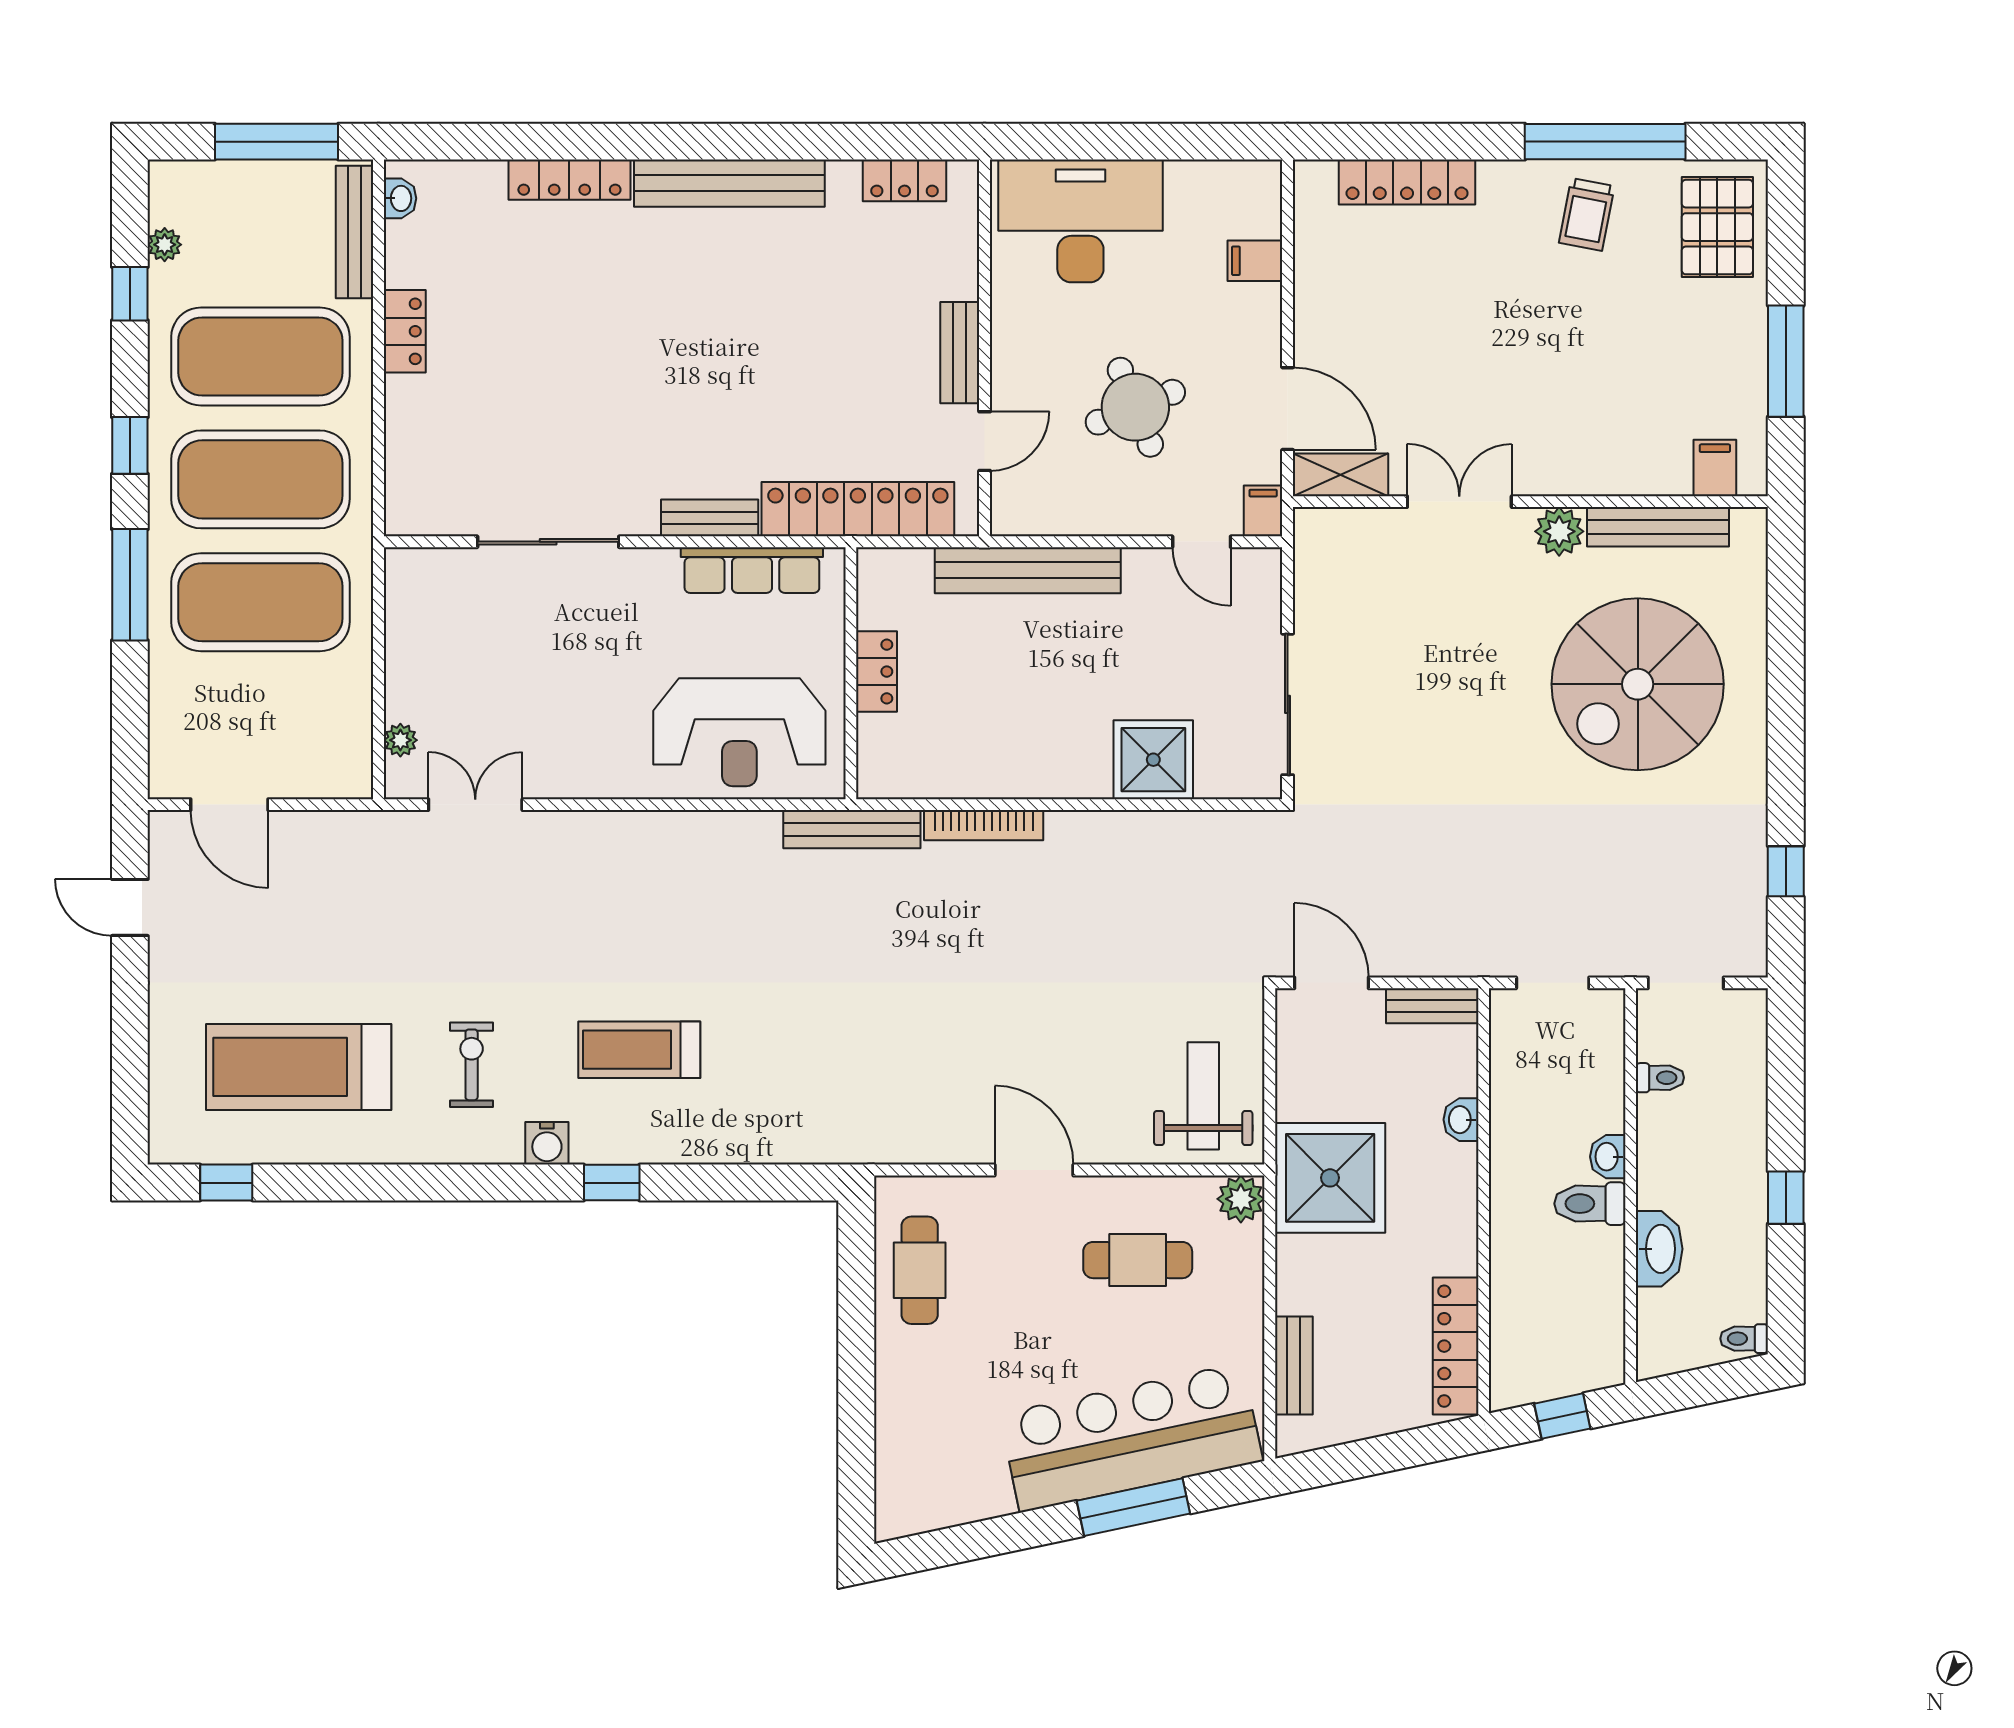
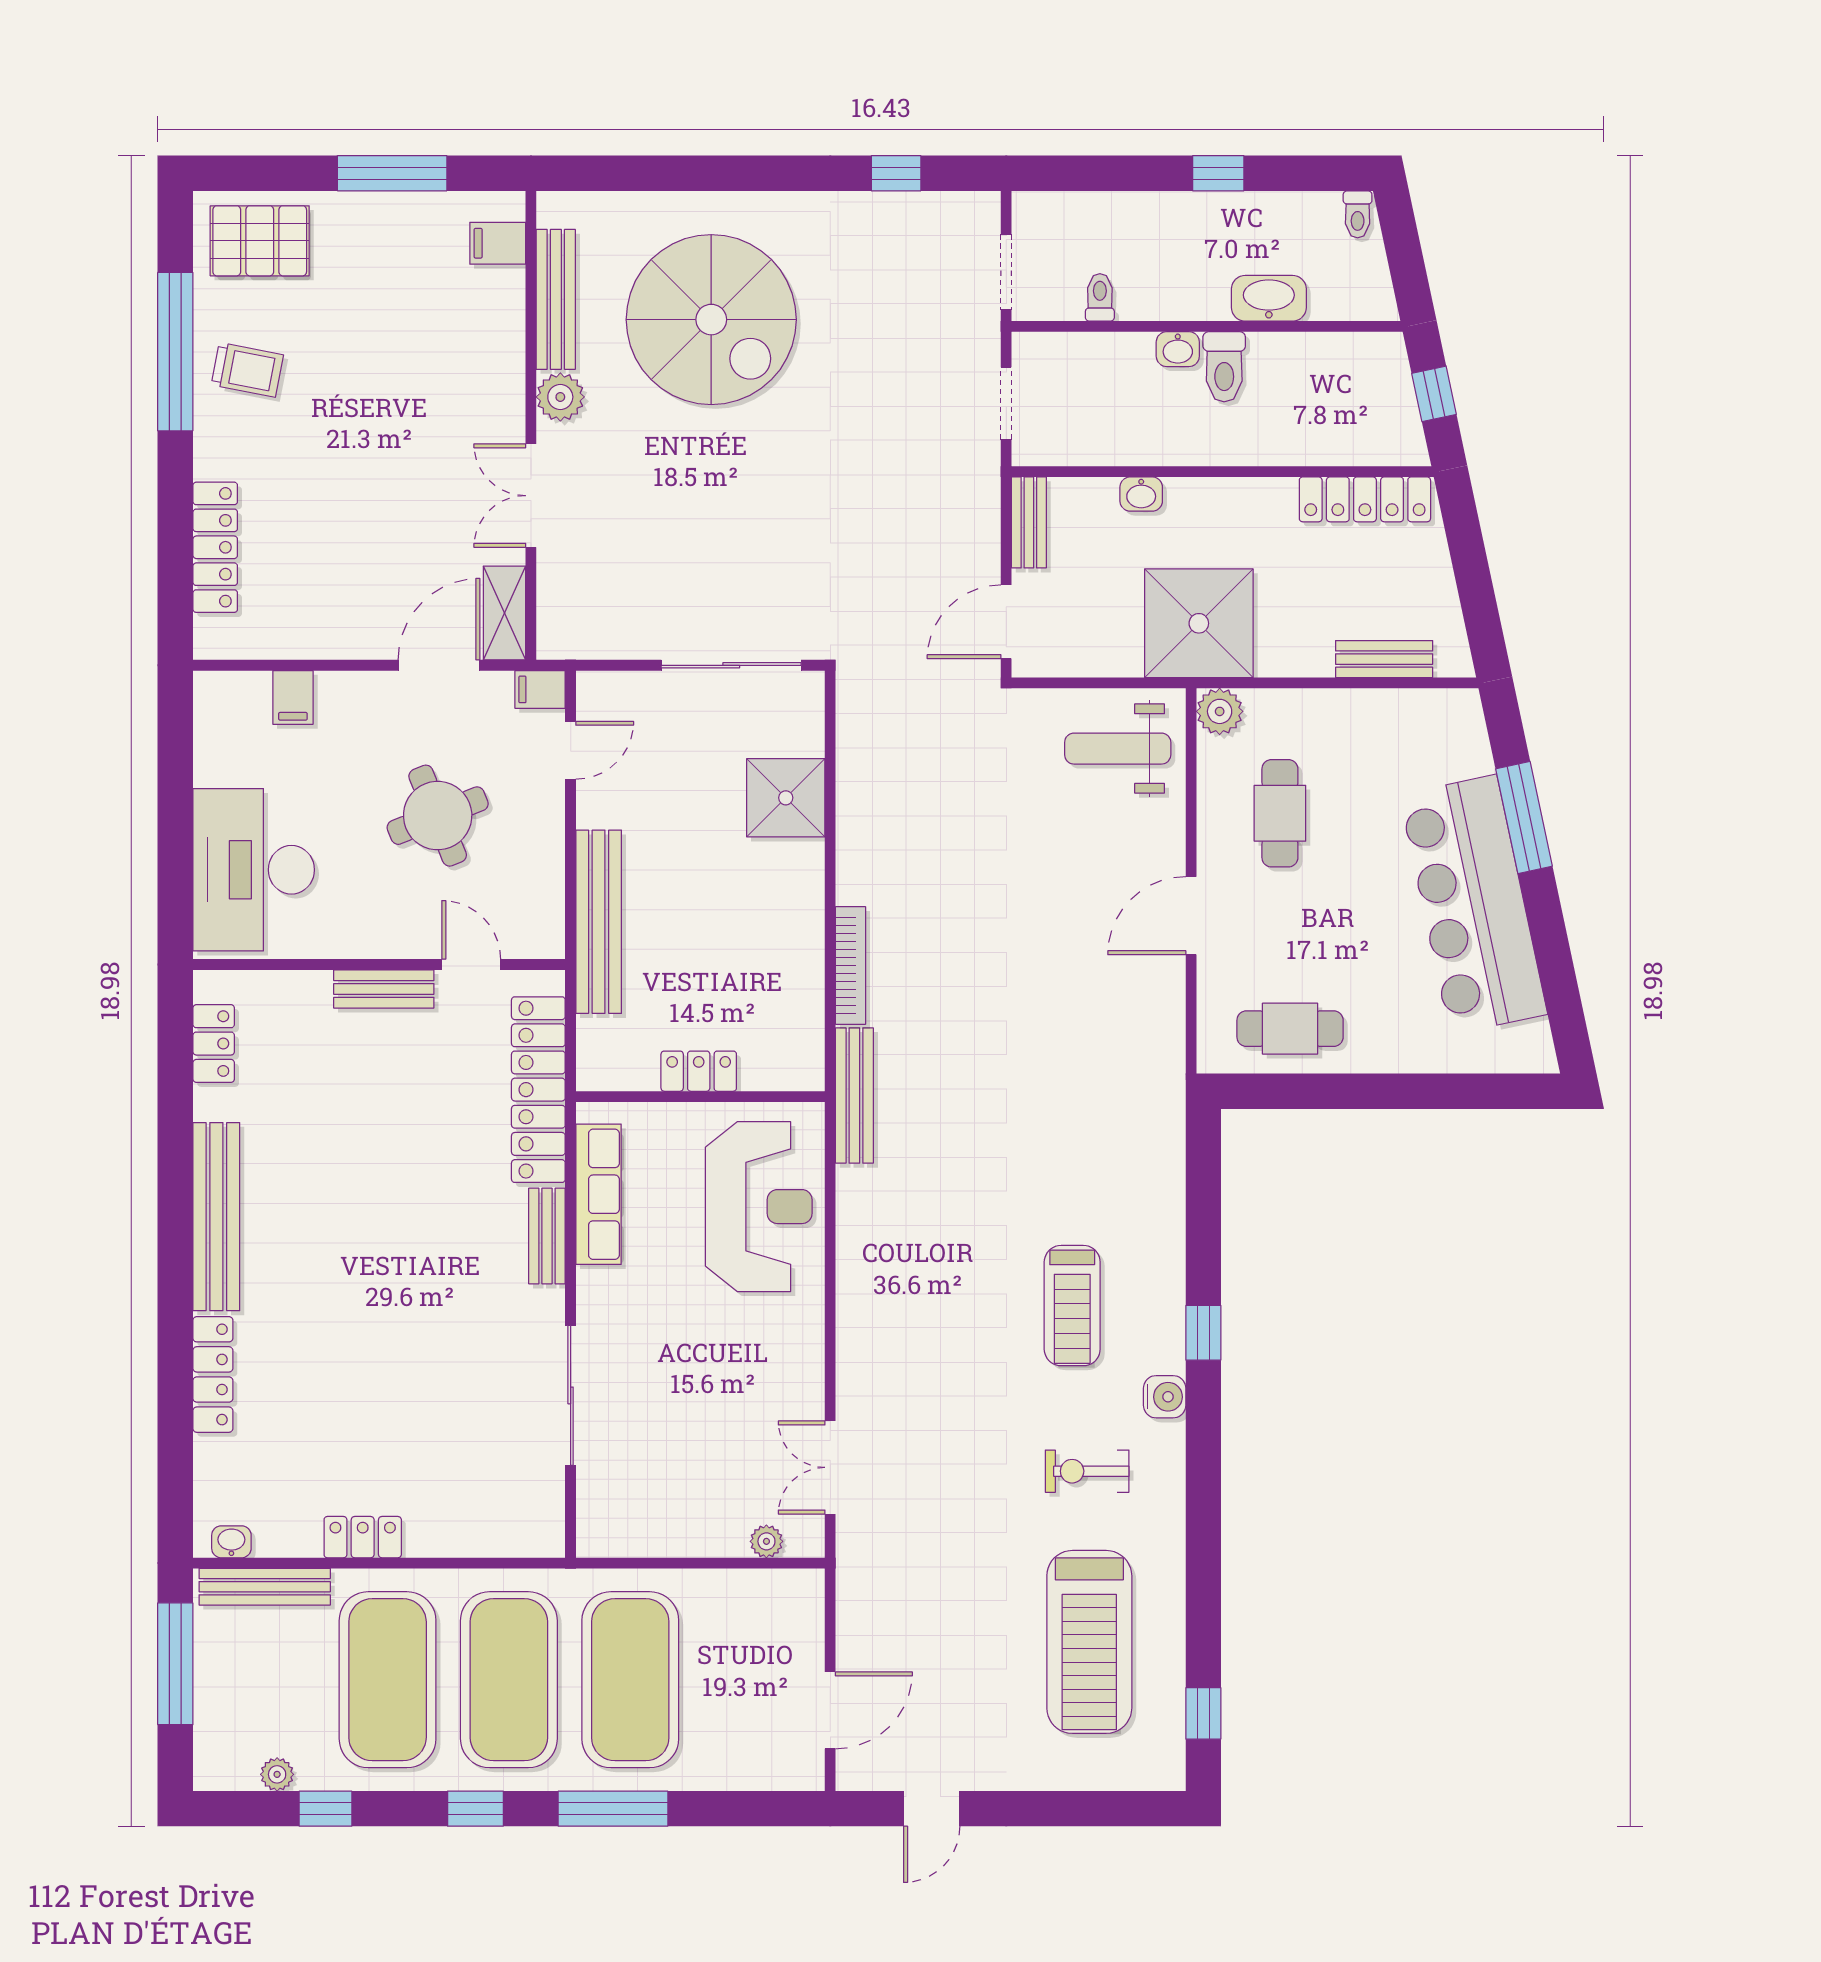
bar counter: (1131, 1438) -> (1473, 905), moved

